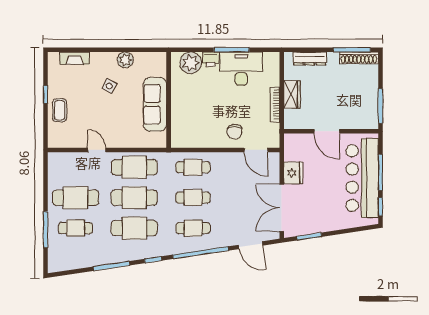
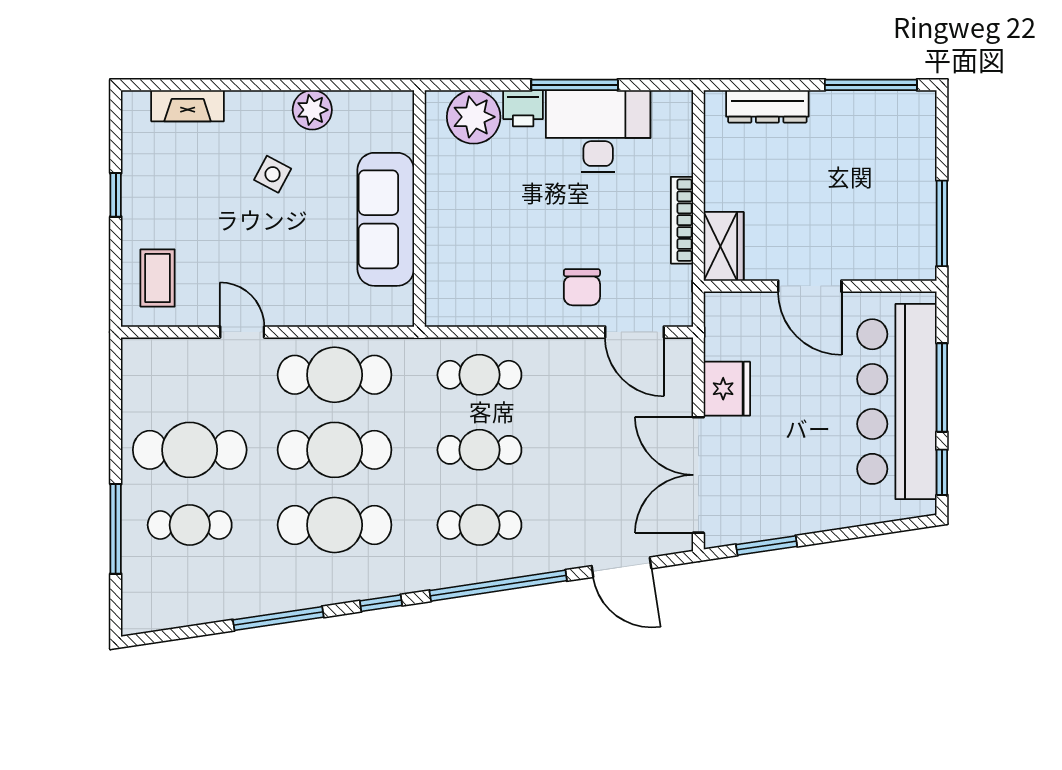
shoe rack: (359, 58) -> (889, 105), removed
wardrobe: (292, 94) -> (724, 246), moved
coffee table: (60, 110) -> (158, 278), moved

